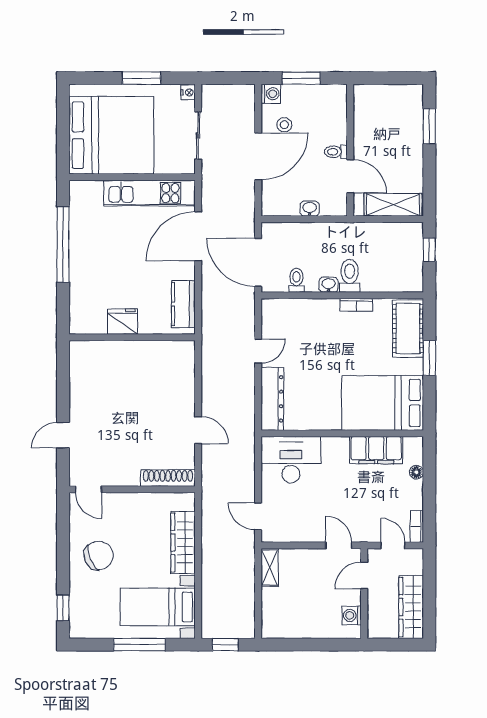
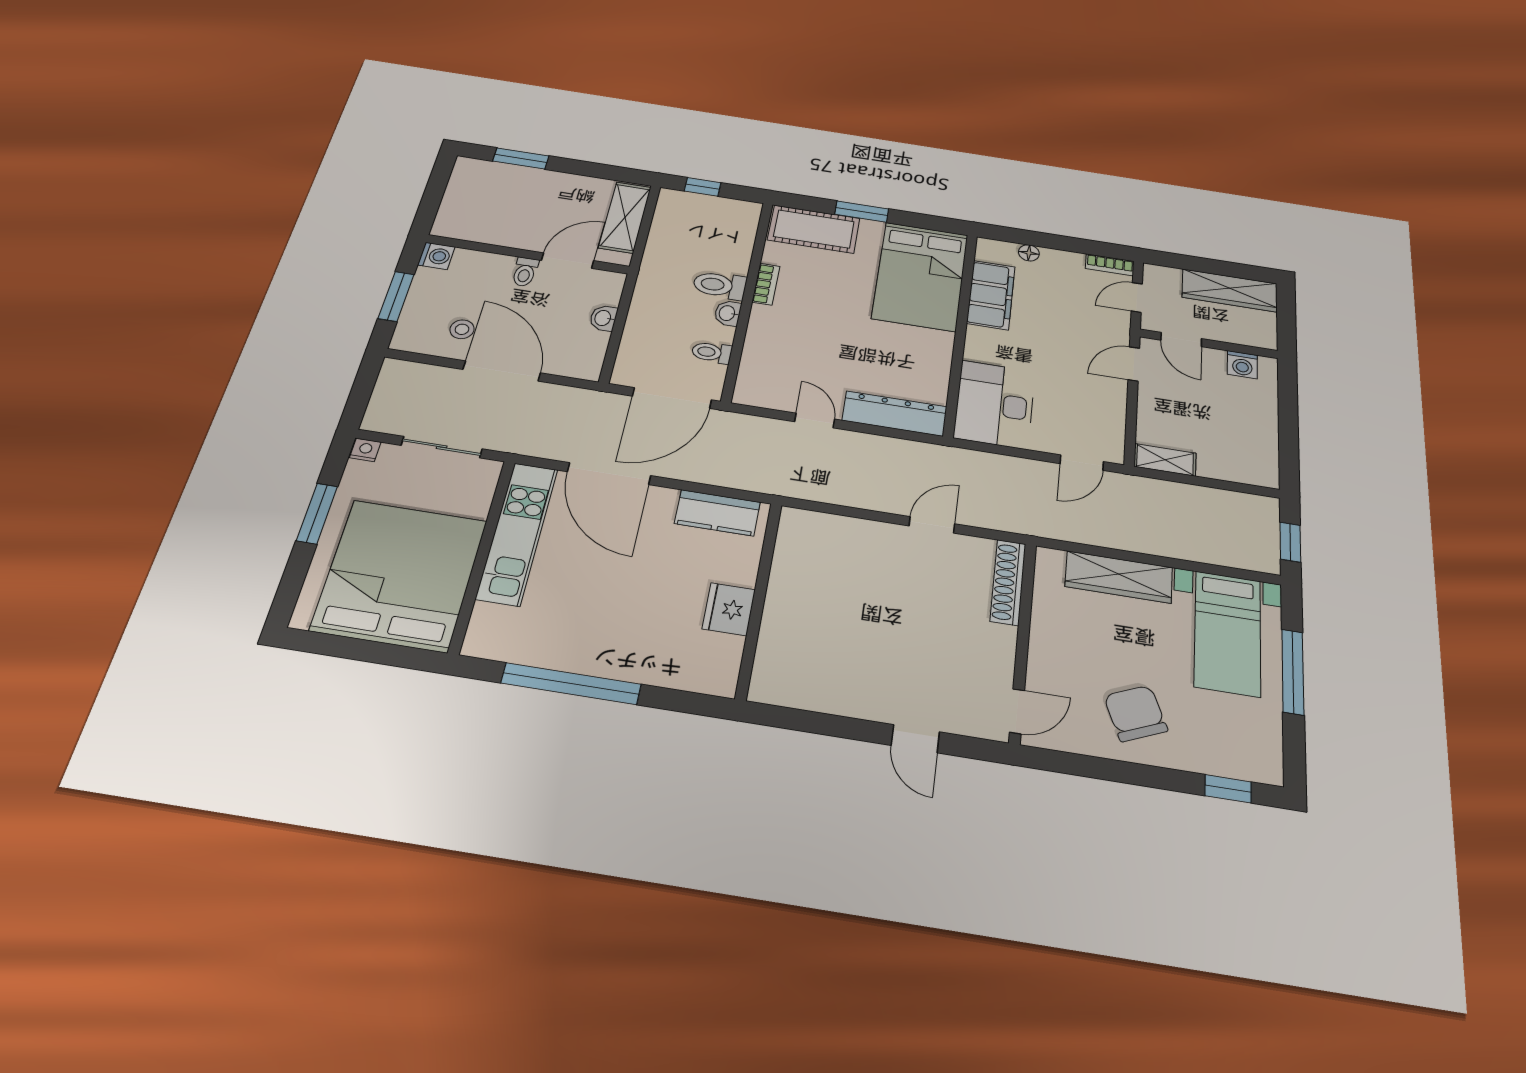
washing machine: (271, 94) -> (436, 256), moved, turned 90

